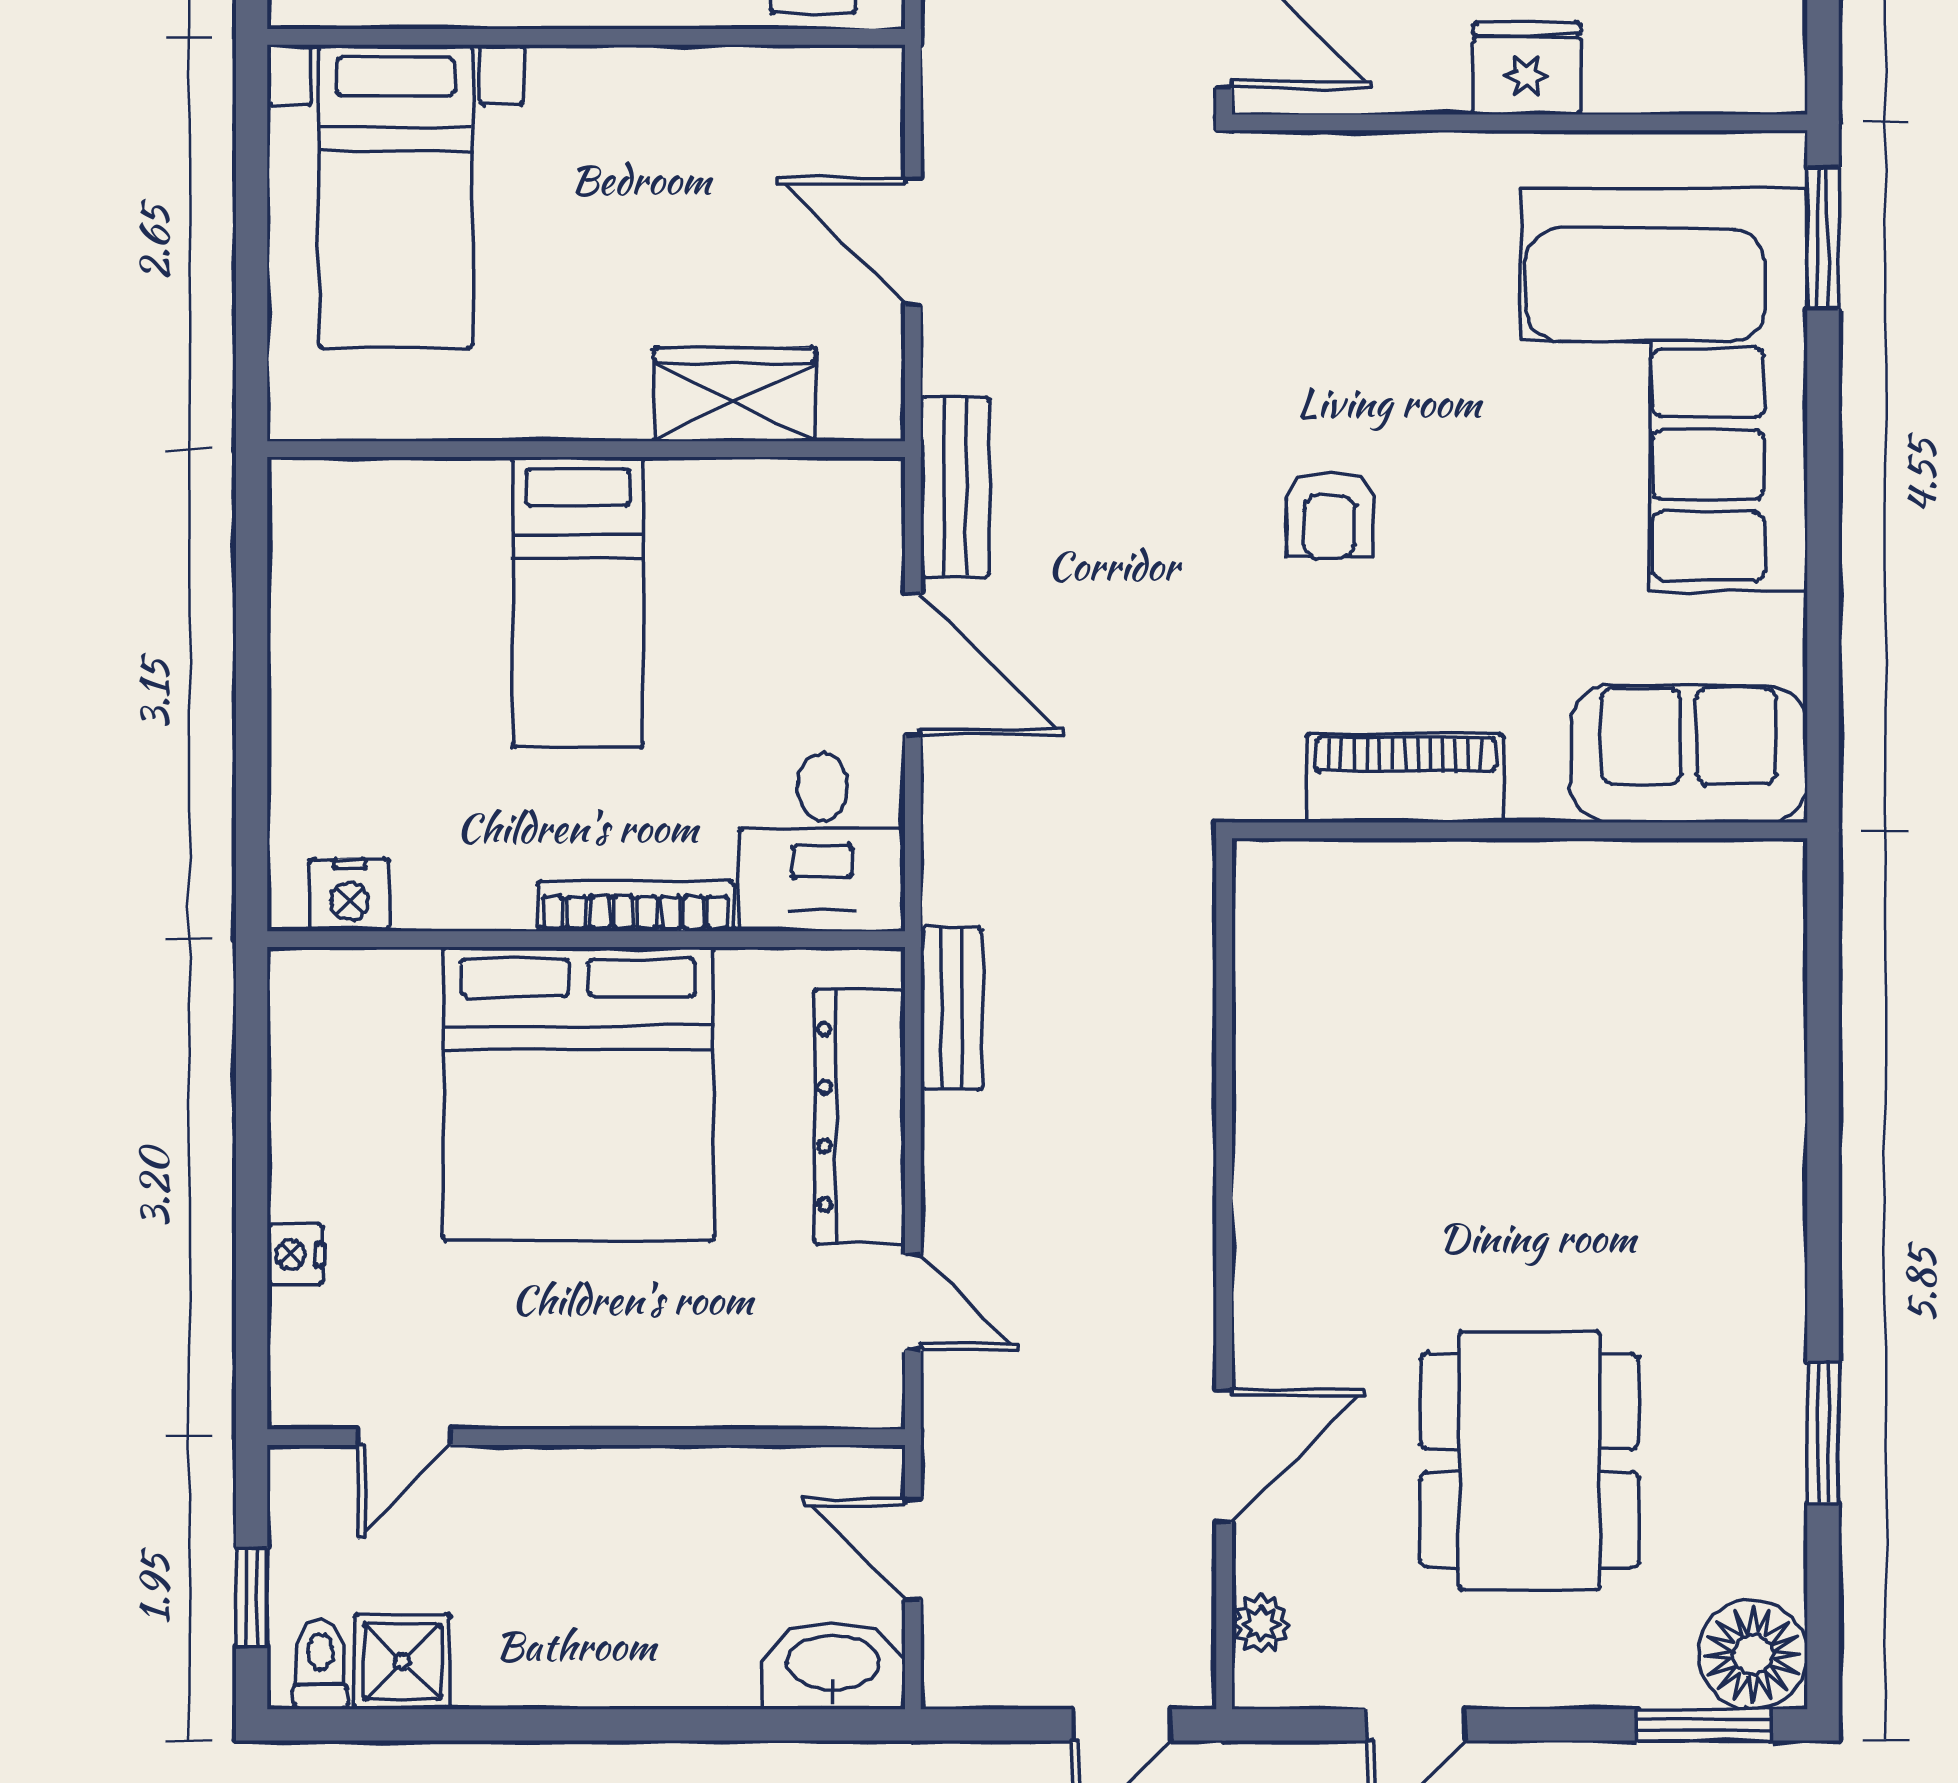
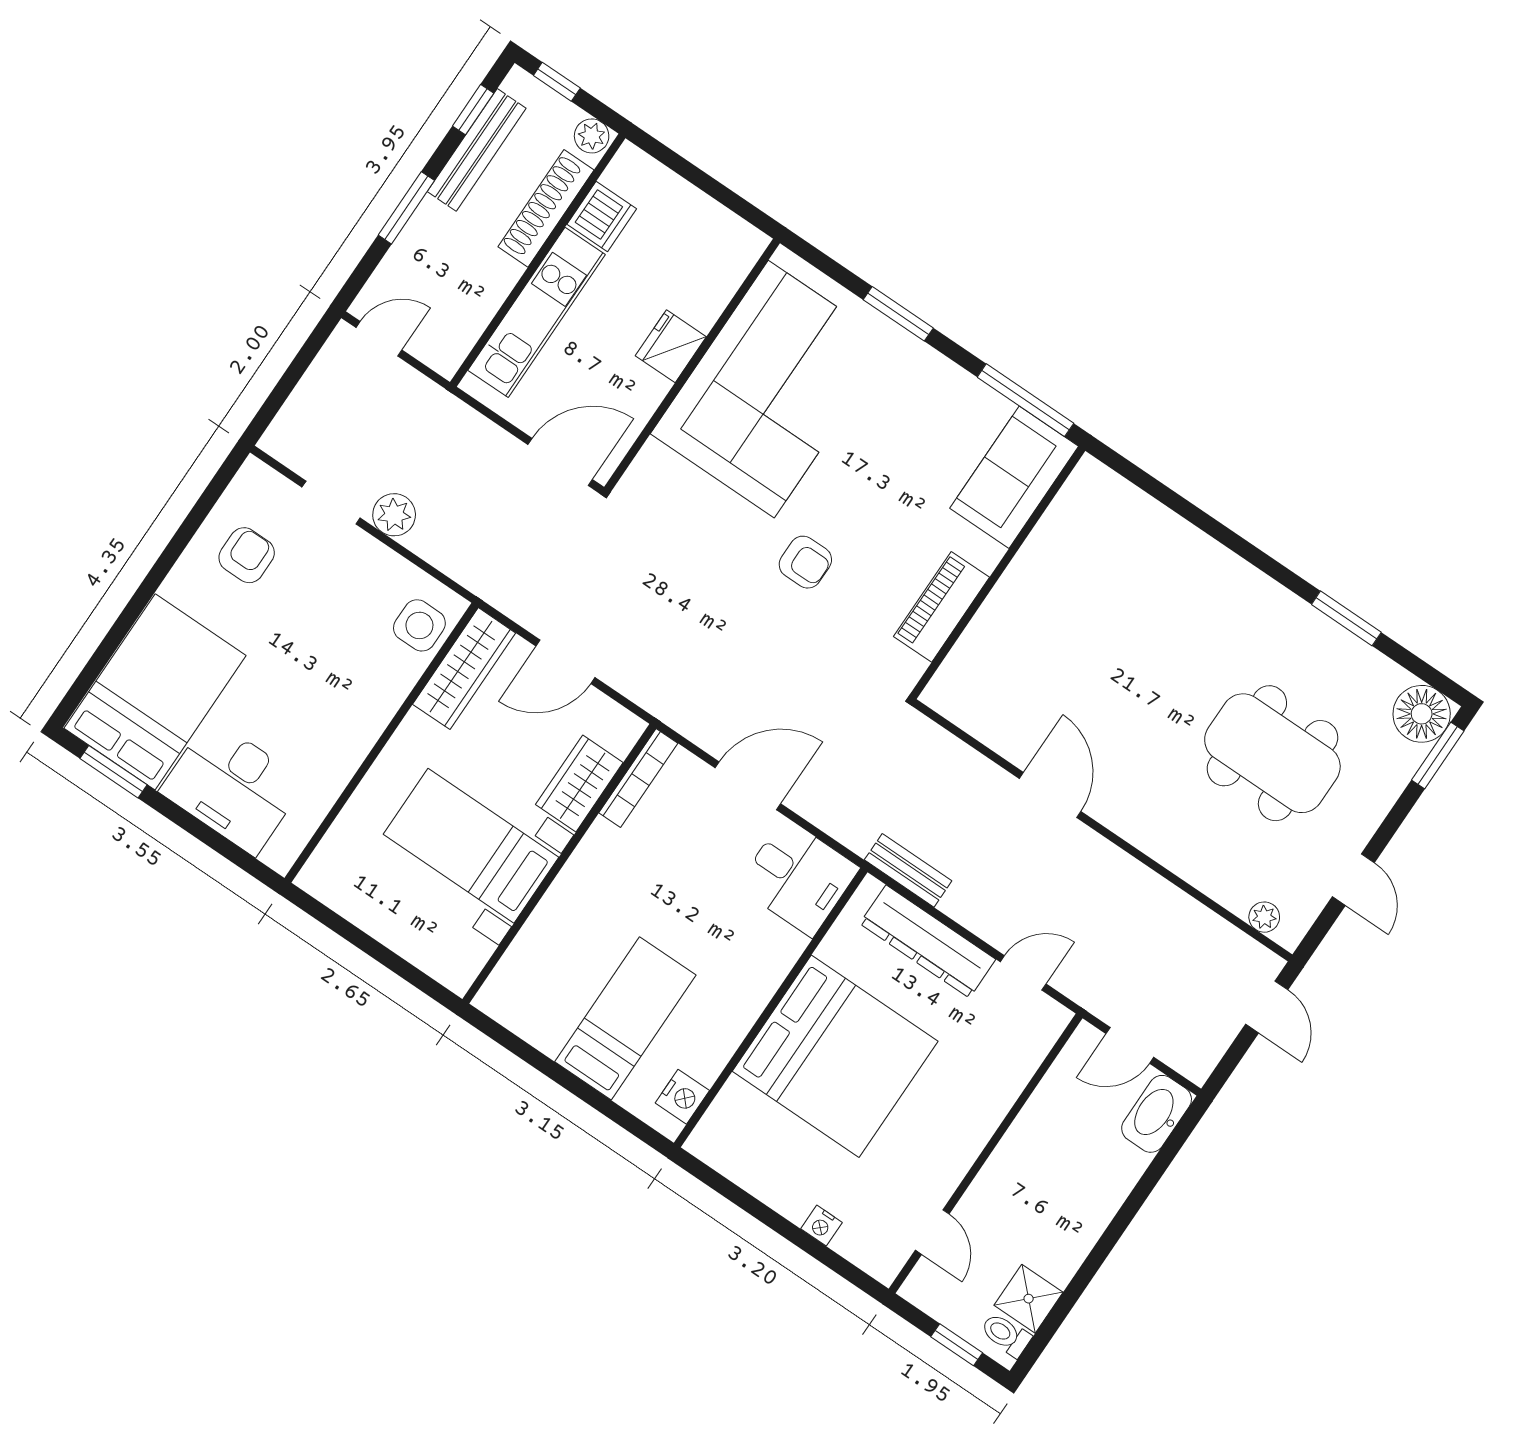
wardrobe: (793, 88) -> (464, 669), added
bed with nightstands: (395, 196) -> (471, 846), moved, turned 180
window: (1823, 238) -> (898, 314), moved
corner sofa: (1664, 390) -> (771, 389), moved, turned -90
bench: (955, 487) -> (684, 716), removed
bed: (578, 602) -> (625, 1018), moved, turned -90
window: (1823, 689) -> (1025, 400), added
bookcase: (635, 906) -> (638, 778), moved, turned 180
door: (1224, 1456) -> (1050, 795), moved

